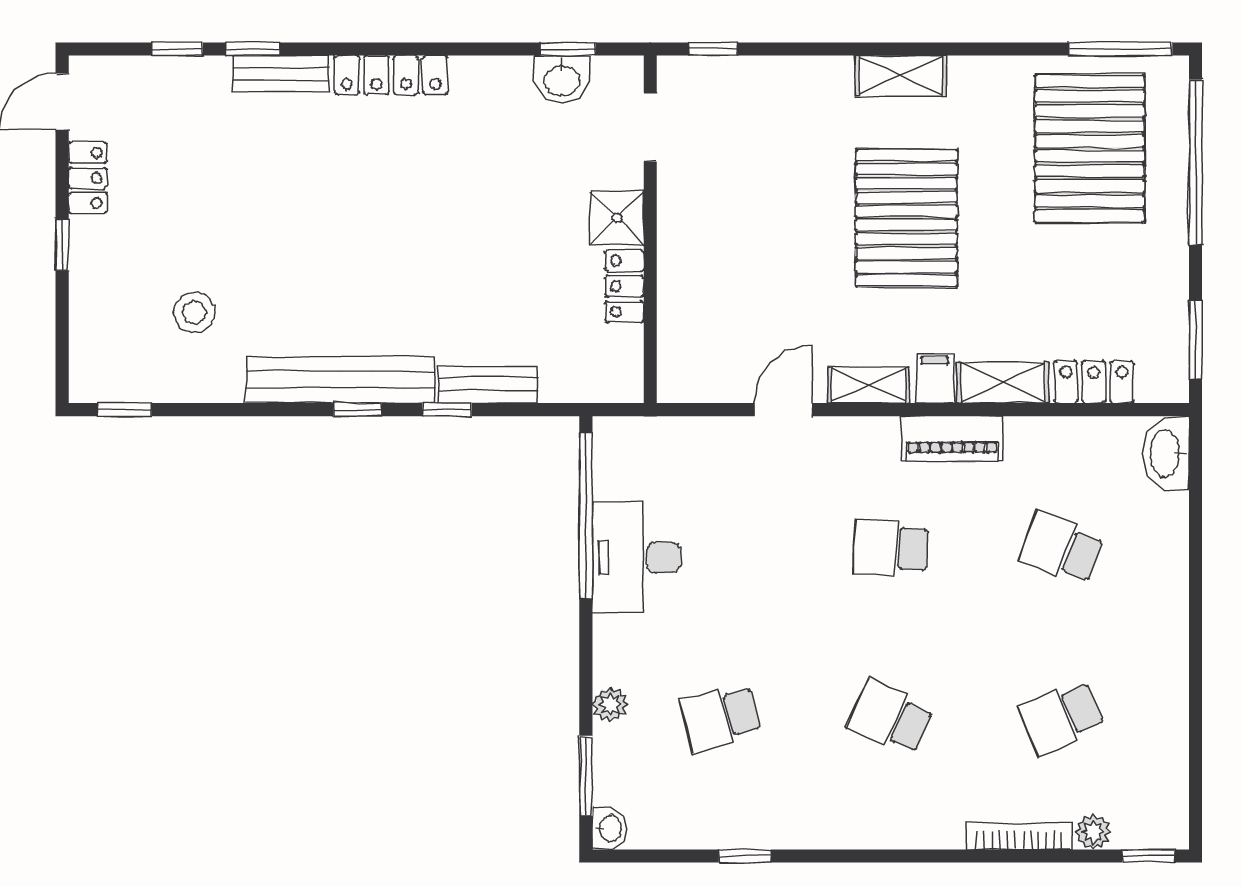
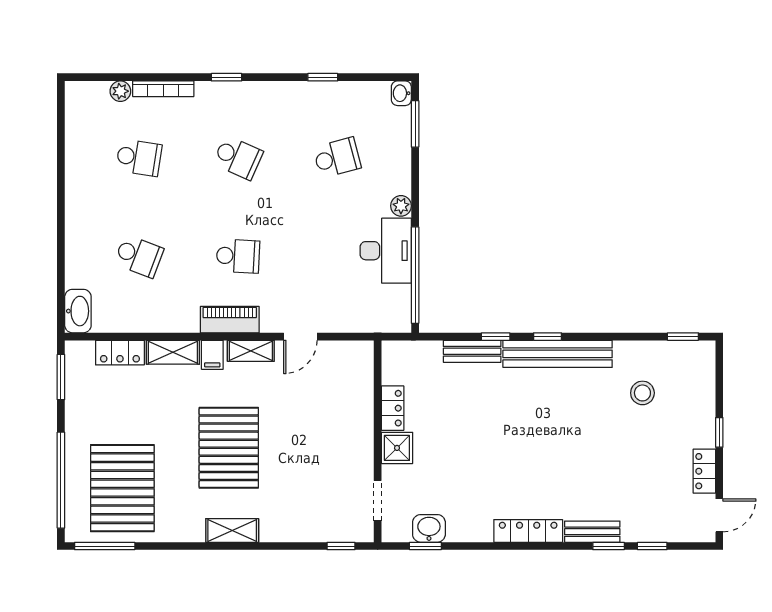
piano: (952, 439) -> (230, 320), moved
plant: (610, 704) -> (401, 206), moved
school desk: (1061, 718) -> (139, 158), turned 33
window: (1148, 856) -> (227, 77), moved

